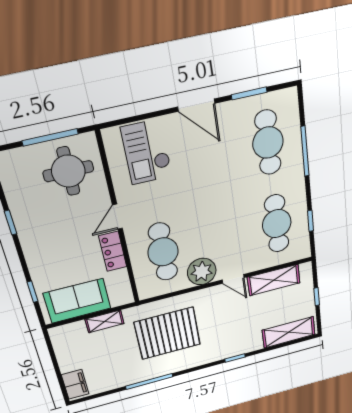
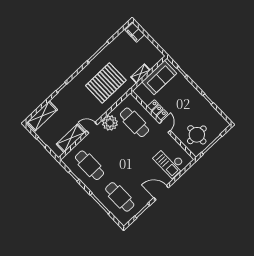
checkout: (147, 152) -> (170, 162), turned 180

